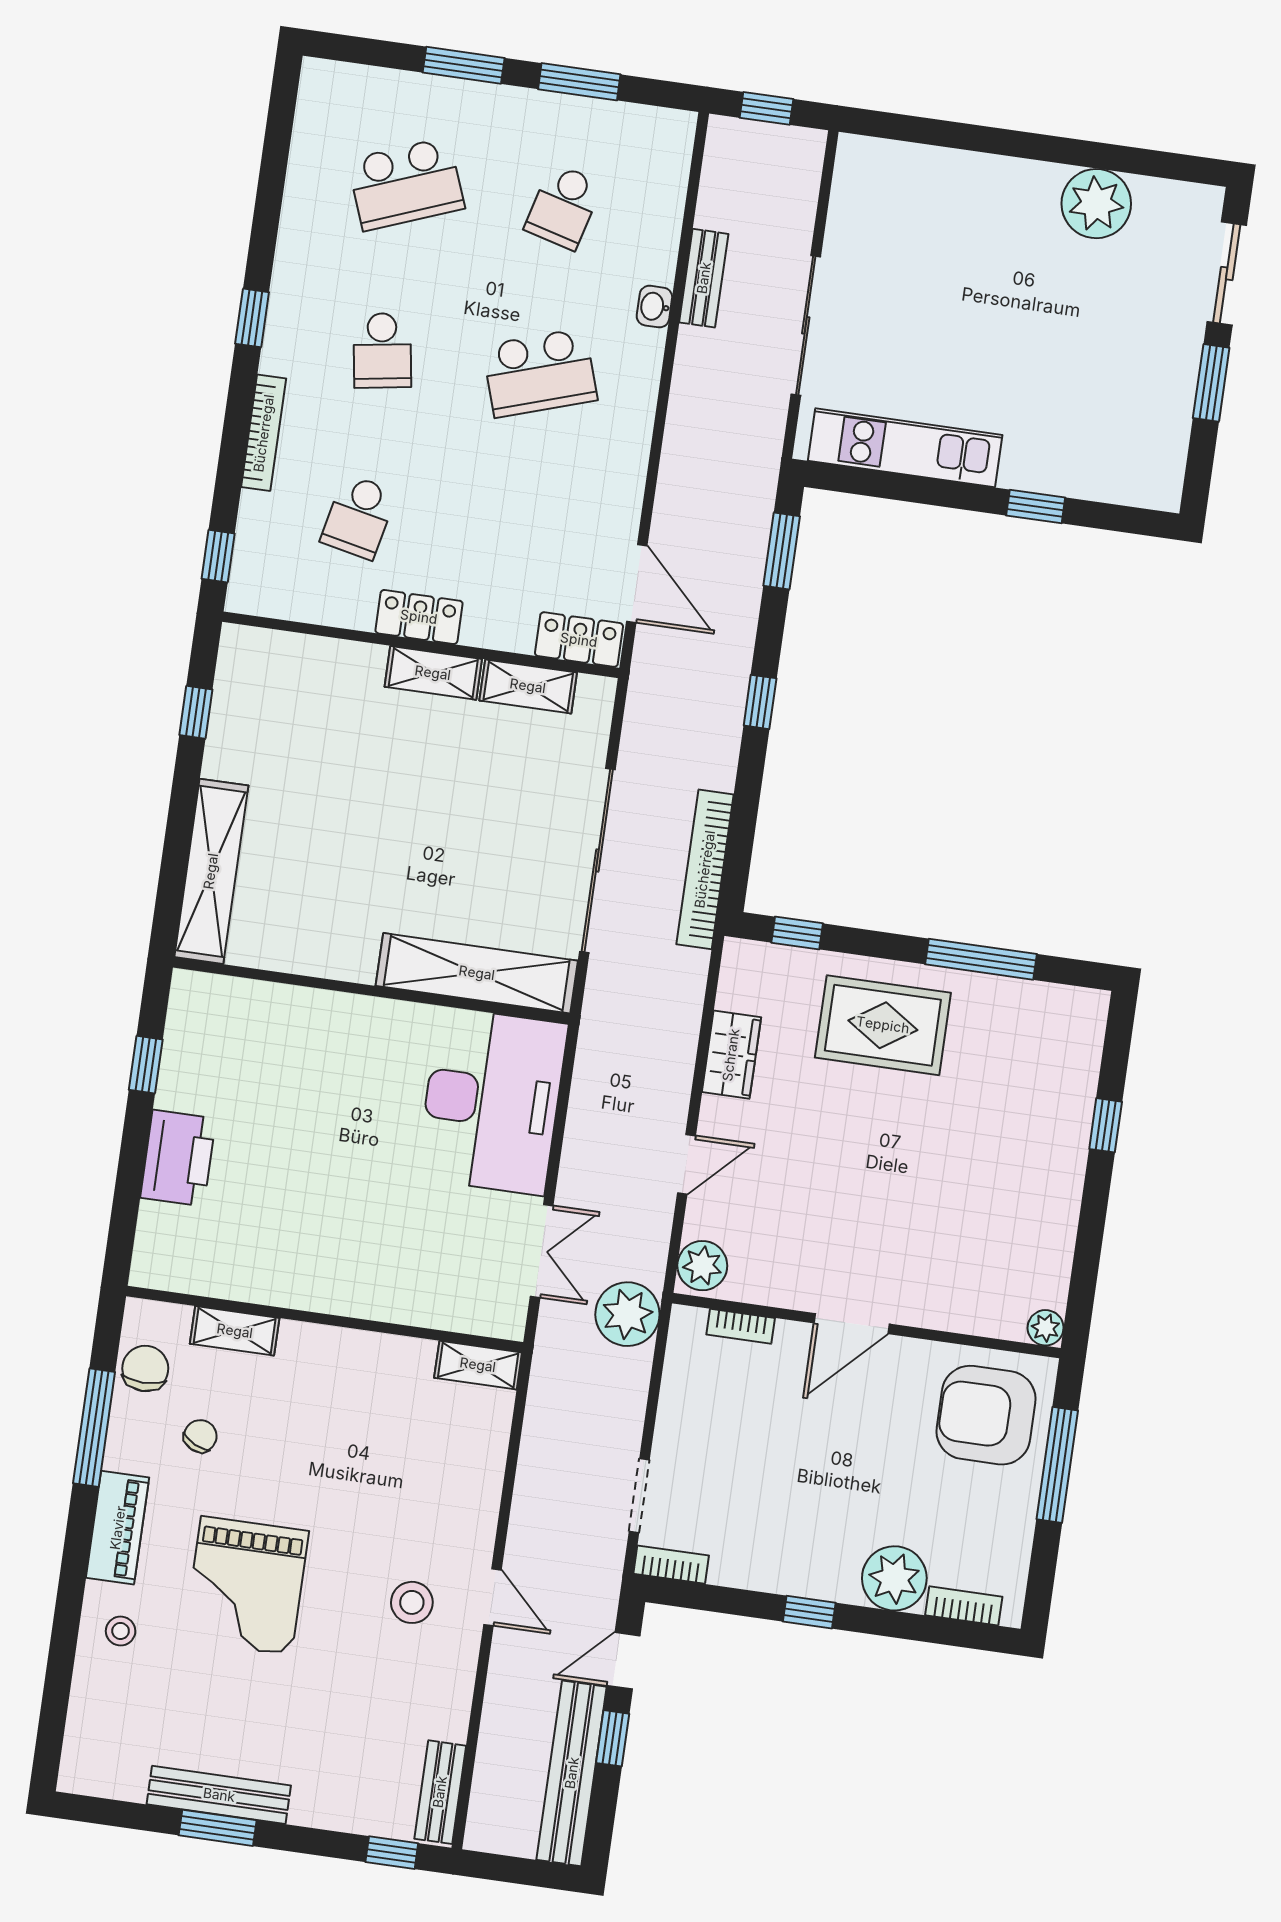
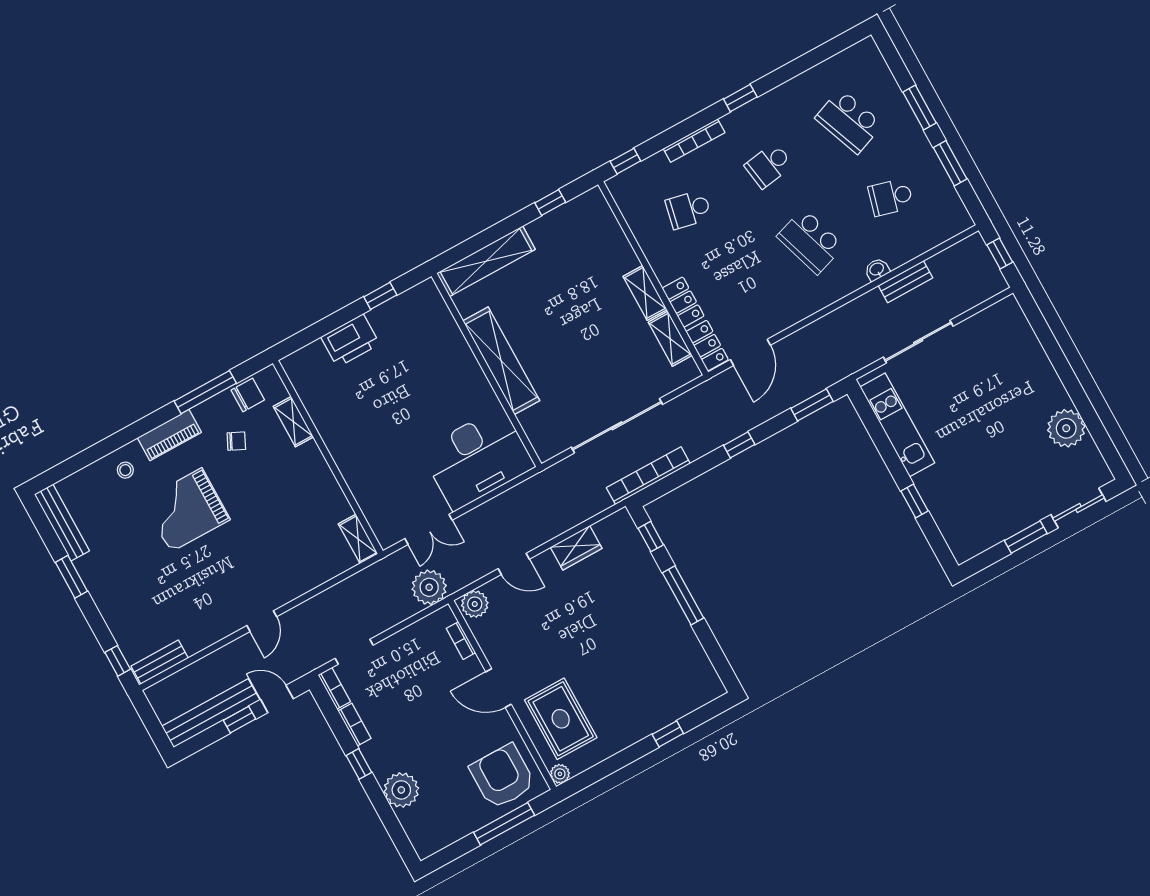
locker: (419, 617) -> (683, 302), moved
window: (981, 959) -> (683, 595), moved
shelving: (477, 973) -> (501, 361), moved
rug: (883, 1025) -> (561, 719), moved
stool: (412, 1602) -> (233, 588), removed
bookcase: (964, 1606) -> (355, 725), moved
bench: (219, 1795) -> (62, 523), moved

